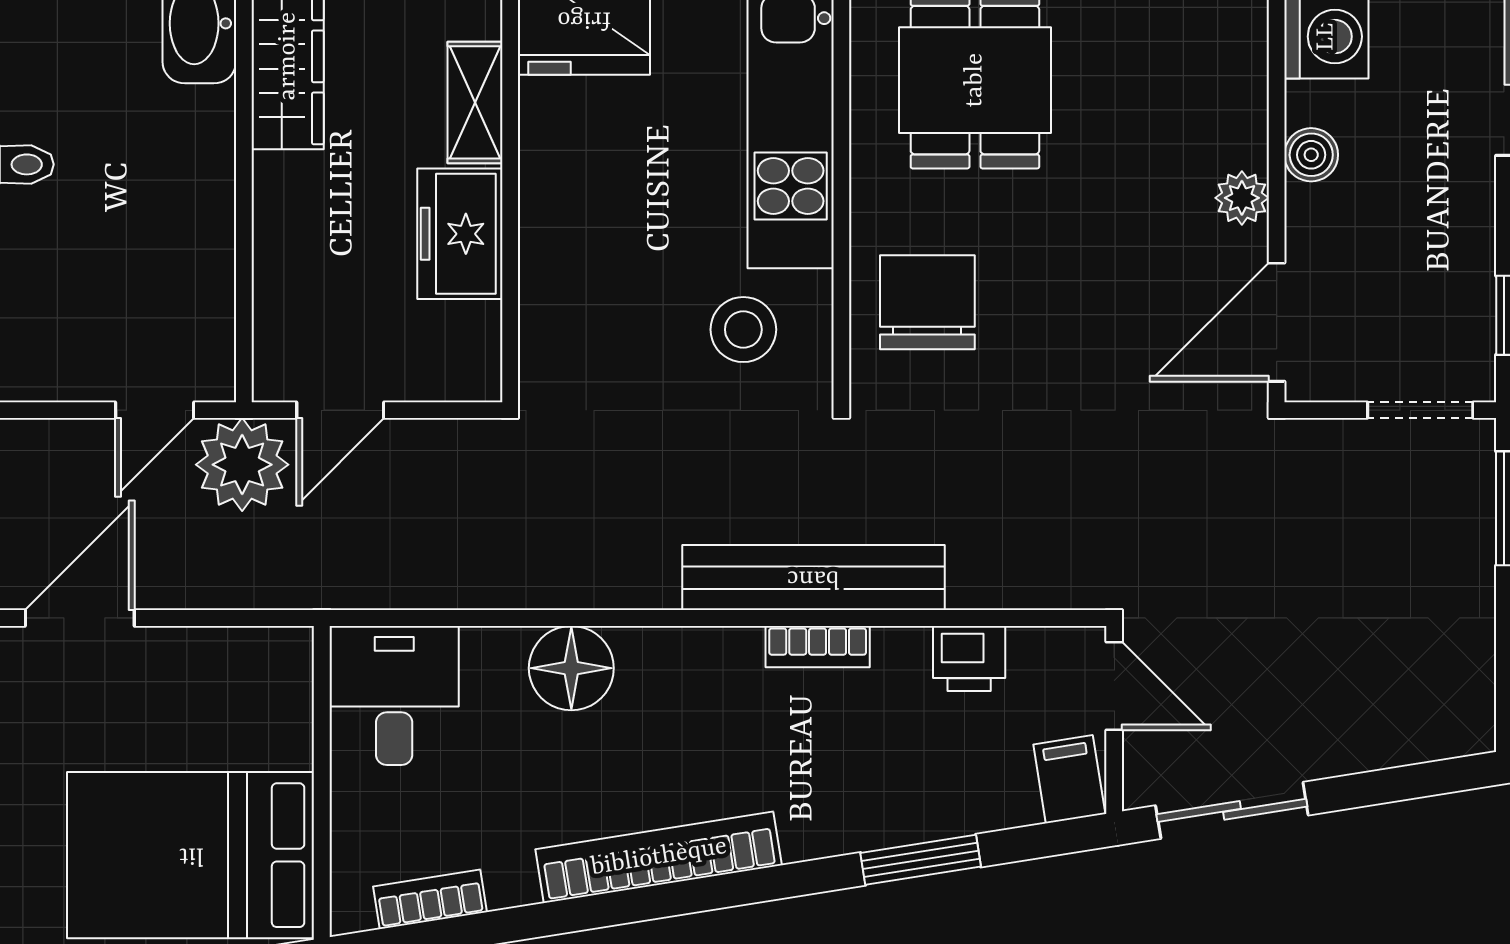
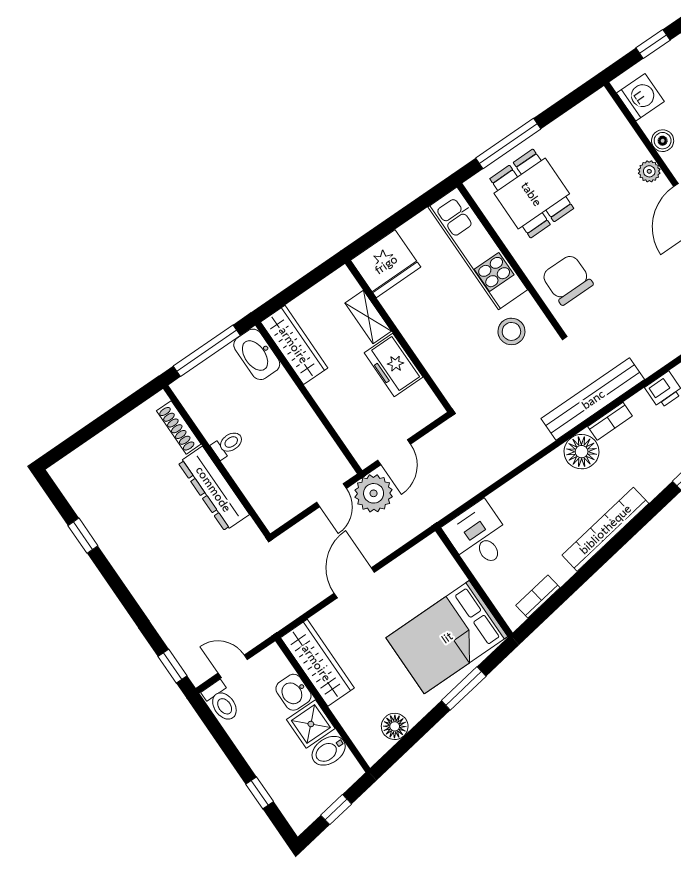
floor lamp: (571, 668) -> (582, 452), moved

